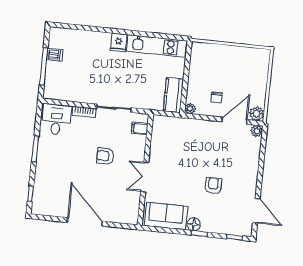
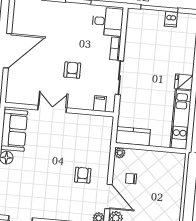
armchair: (213, 186) -> (83, 175), moved, turned -90

